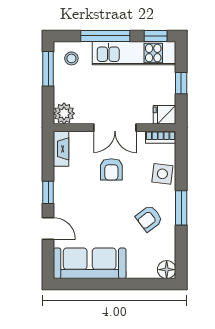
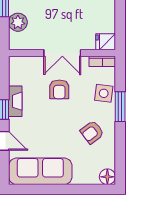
window: (181, 83) -> (120, 14), removed
plant: (64, 113) -> (18, 22), moved
fireplace: (61, 149) -> (15, 101), moved
window: (181, 208) -> (120, 107), moved

